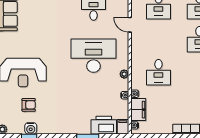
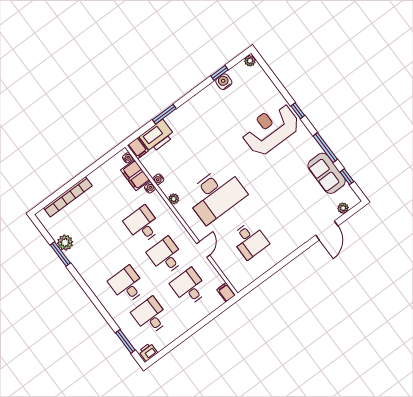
door: (130, 25) -> (203, 249), hinge flipped
desk: (158, 39) -> (166, 256), added
armchair: (29, 105) -> (242, 102), removed

